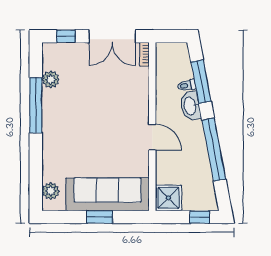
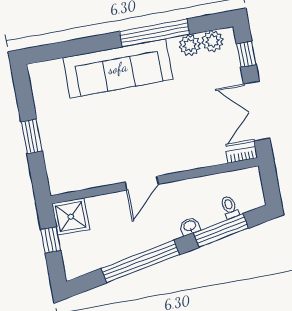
toilet: (187, 85) -> (230, 207), moved
washbasin: (190, 106) -> (190, 226), width x0.52, depth x0.69
plant: (51, 191) -> (213, 41), moved
sofa: (108, 194) -> (118, 68), moved, turned 90
window: (200, 217) -> (51, 240), moved

